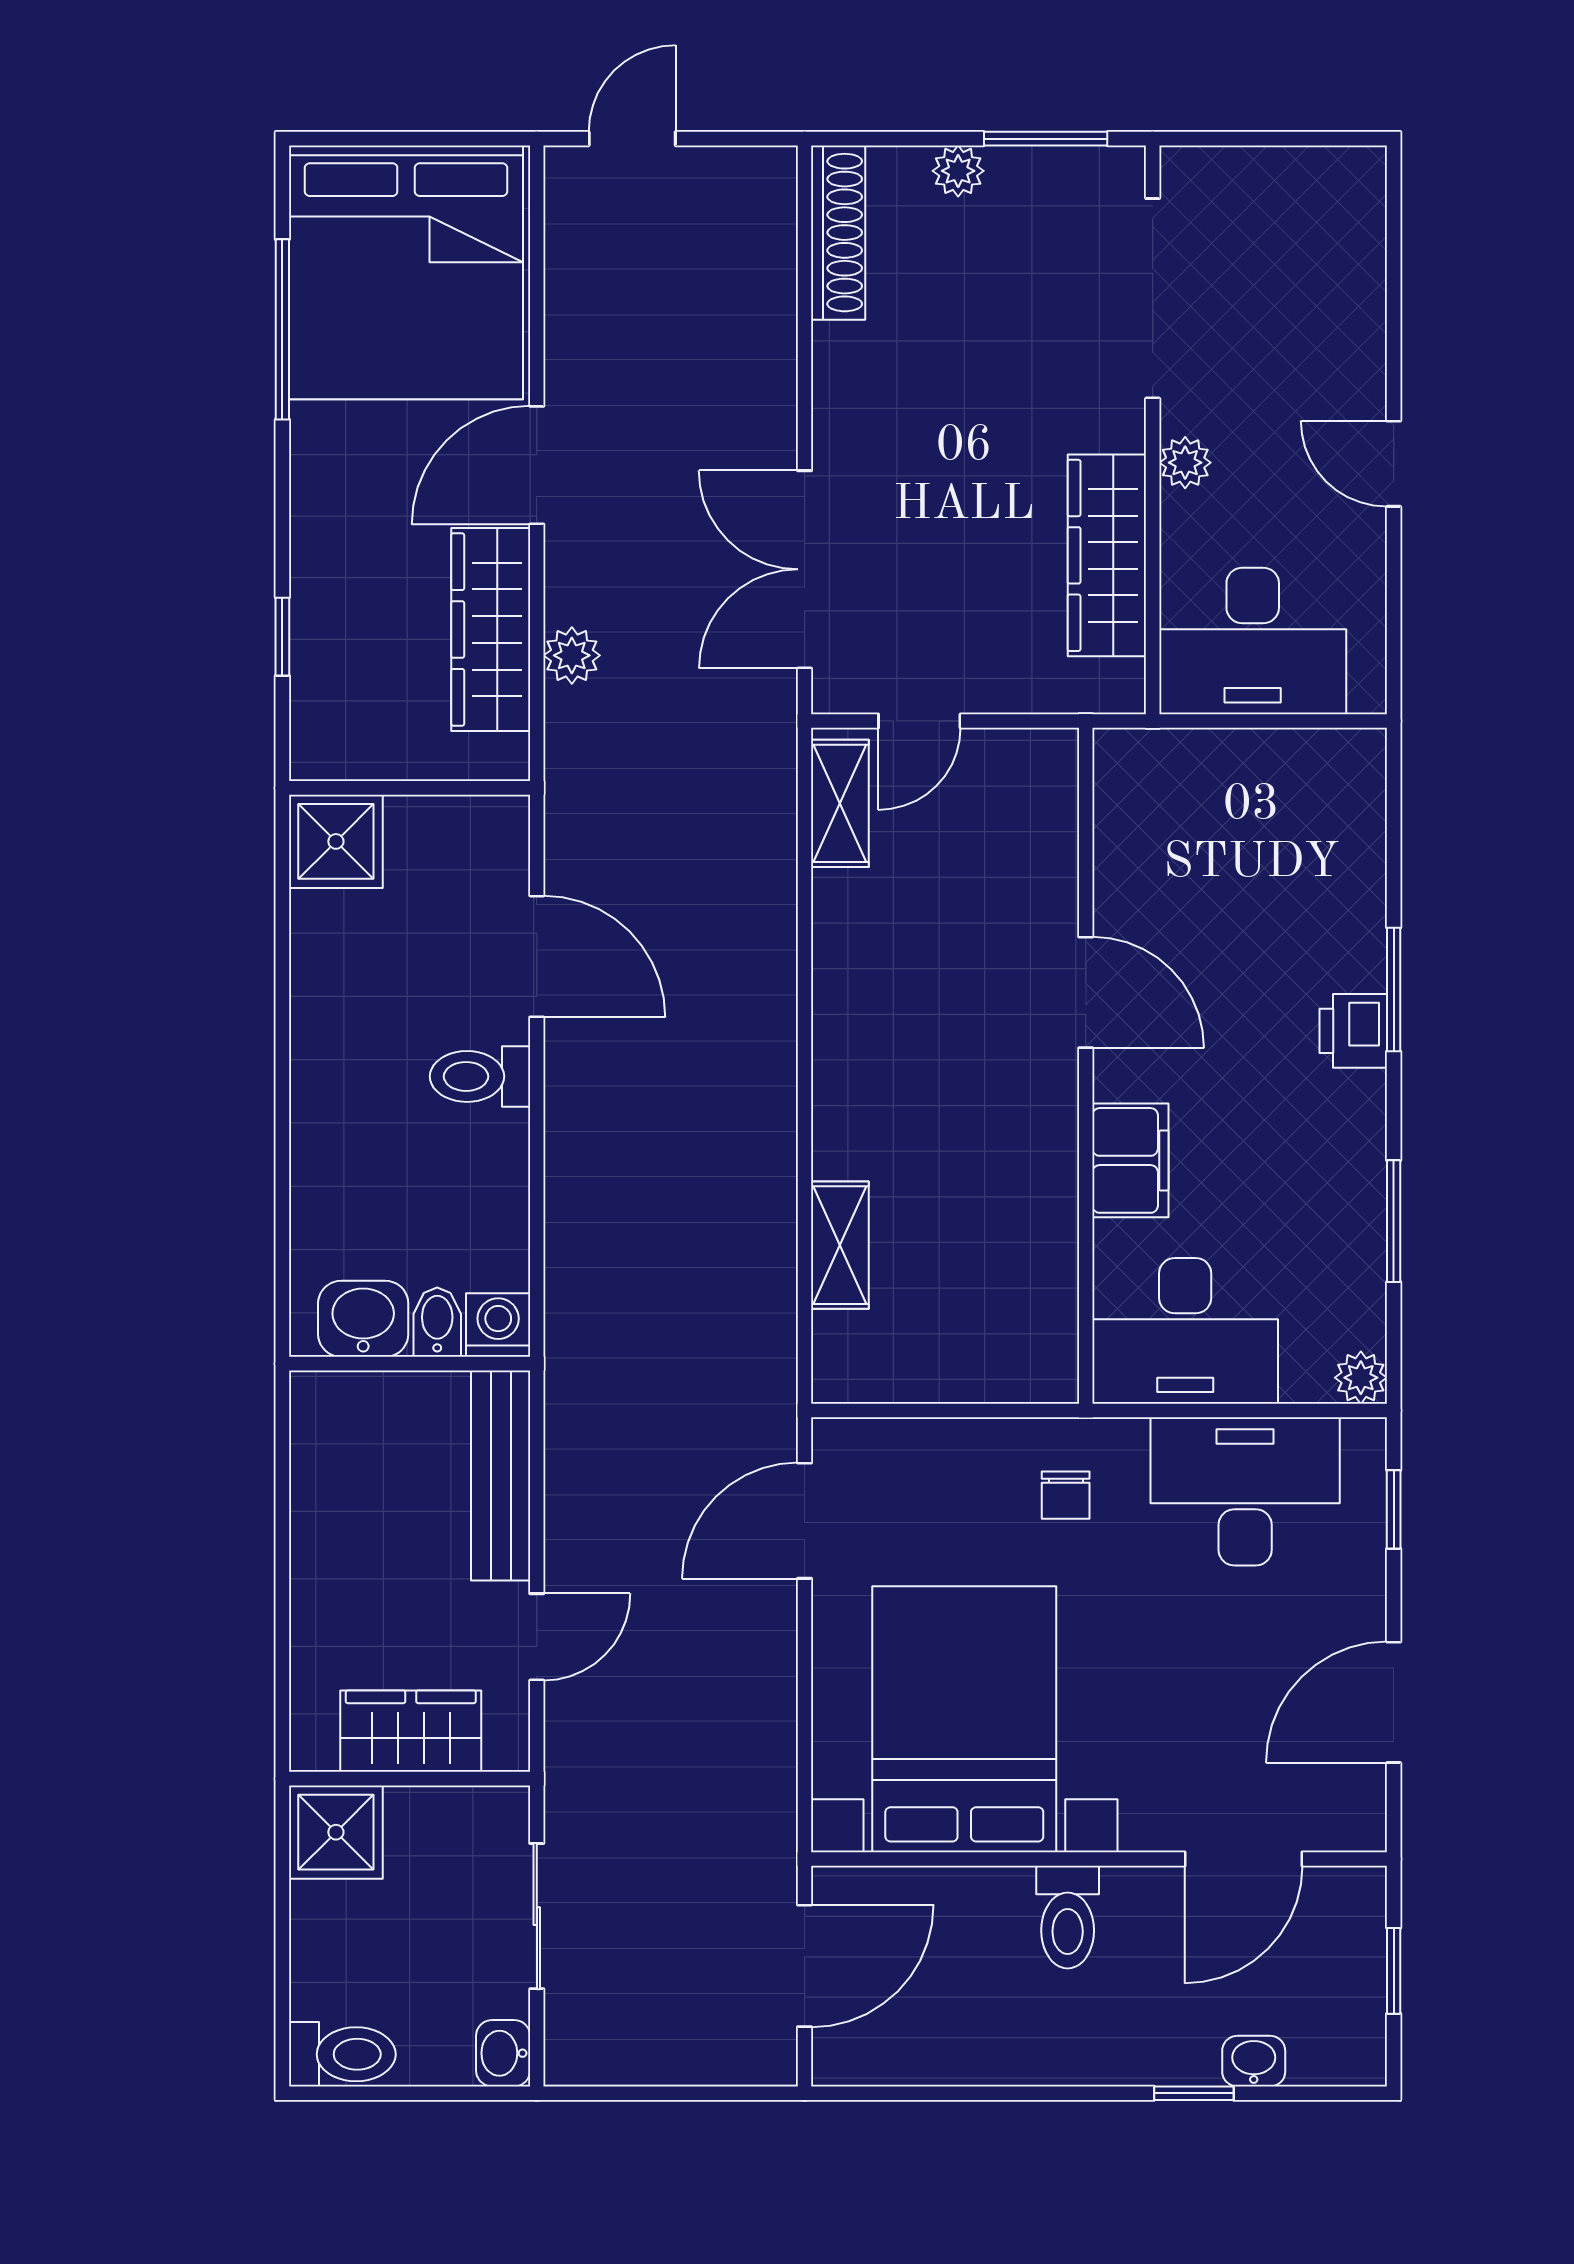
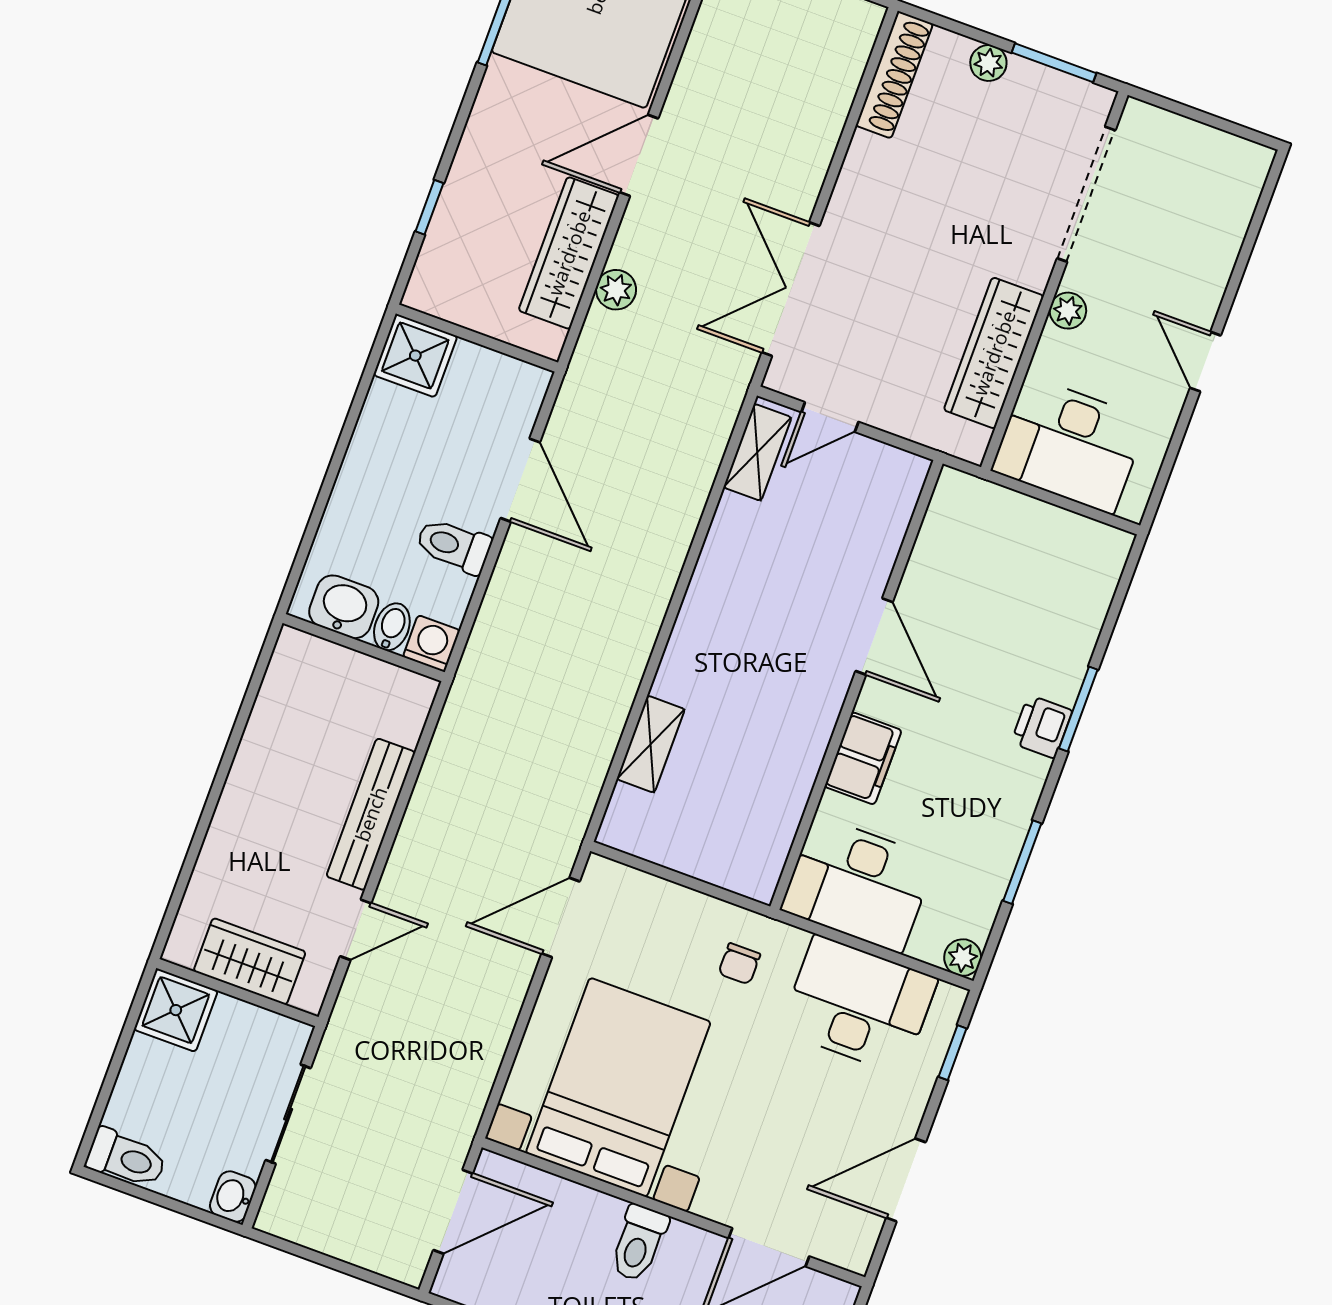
washbasin: (363, 1319) -> (344, 607), moved
bidet: (437, 1322) -> (392, 627), moved
washing machine: (498, 1325) -> (431, 643), moved
wall: (410, 1364) -> (364, 648), moved

